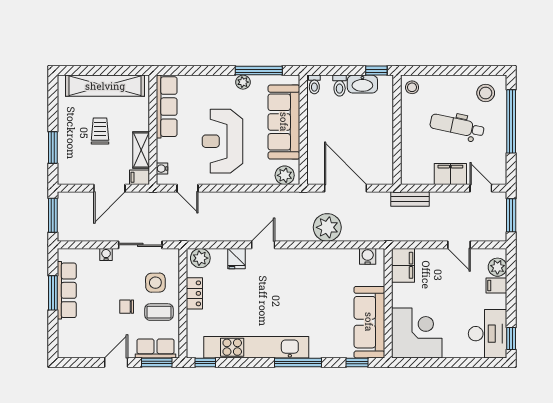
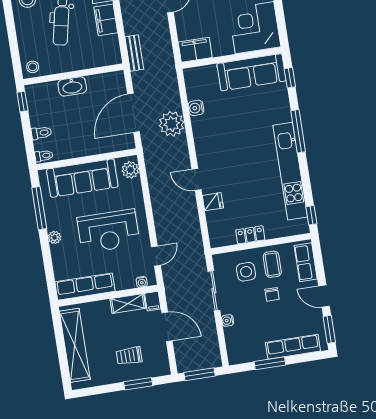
plant: (243, 82) -> (54, 237), moved
washbasin: (362, 84) -> (72, 86), moved, turned 90
trolley: (100, 131) -> (129, 356), moved
water cooler: (368, 256) -> (196, 108), moved
plant: (200, 258) -> (217, 234), removed
row of seats: (67, 290) -> (293, 347), moved
window: (157, 362) -> (329, 329), moved

